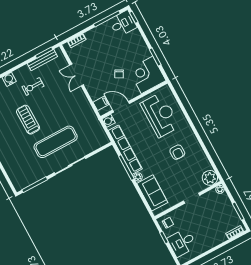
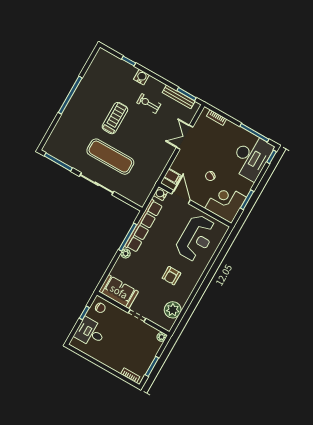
desk: (123, 24) -> (251, 157), width x1.87, depth x1.30
plant: (210, 178) -> (173, 310), moved
sofa: (152, 193) -> (119, 292), moved, turned -90

